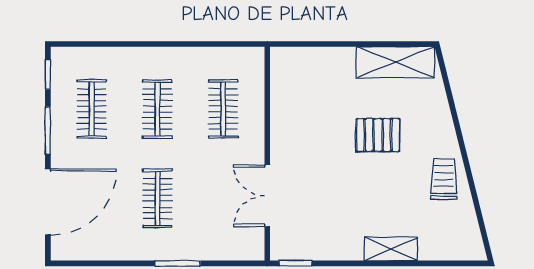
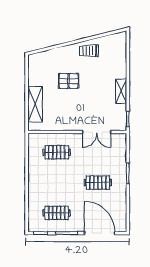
shelving: (395, 62) -> (35, 104), moved
clothes rail: (158, 109) -> (57, 183), removed
pallet: (378, 135) -> (69, 81), turned 90
shelving: (391, 249) -> (121, 91), moved

